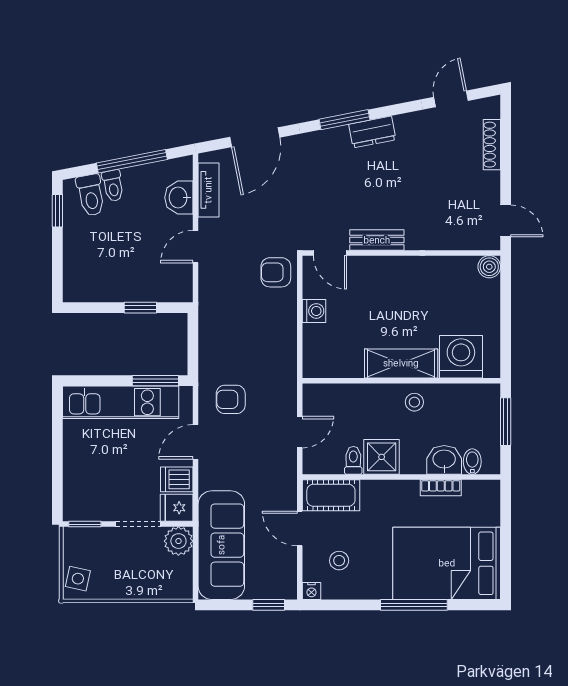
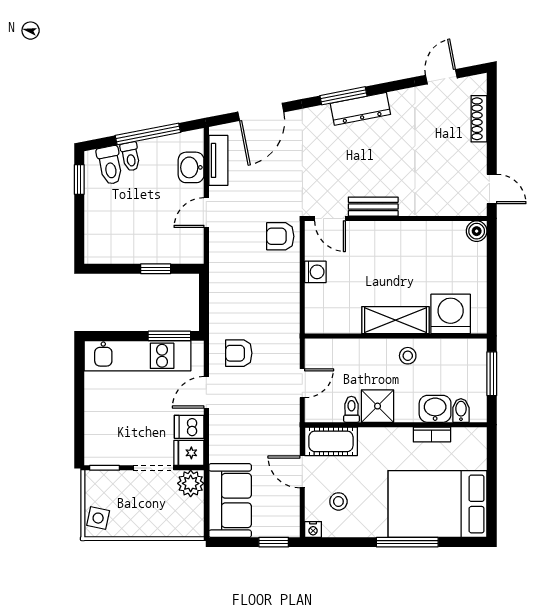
dresser: (372, 132) -> (360, 109), width x1.44
sofa: (221, 545) -> (230, 501), width x0.73

